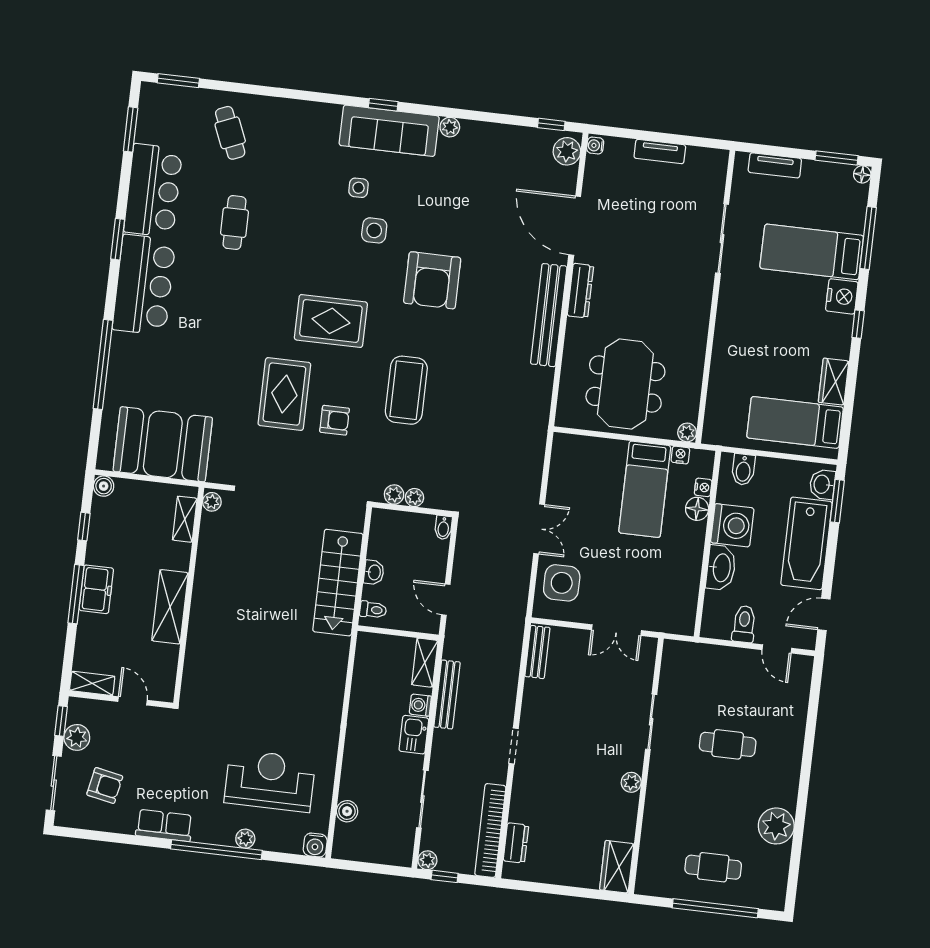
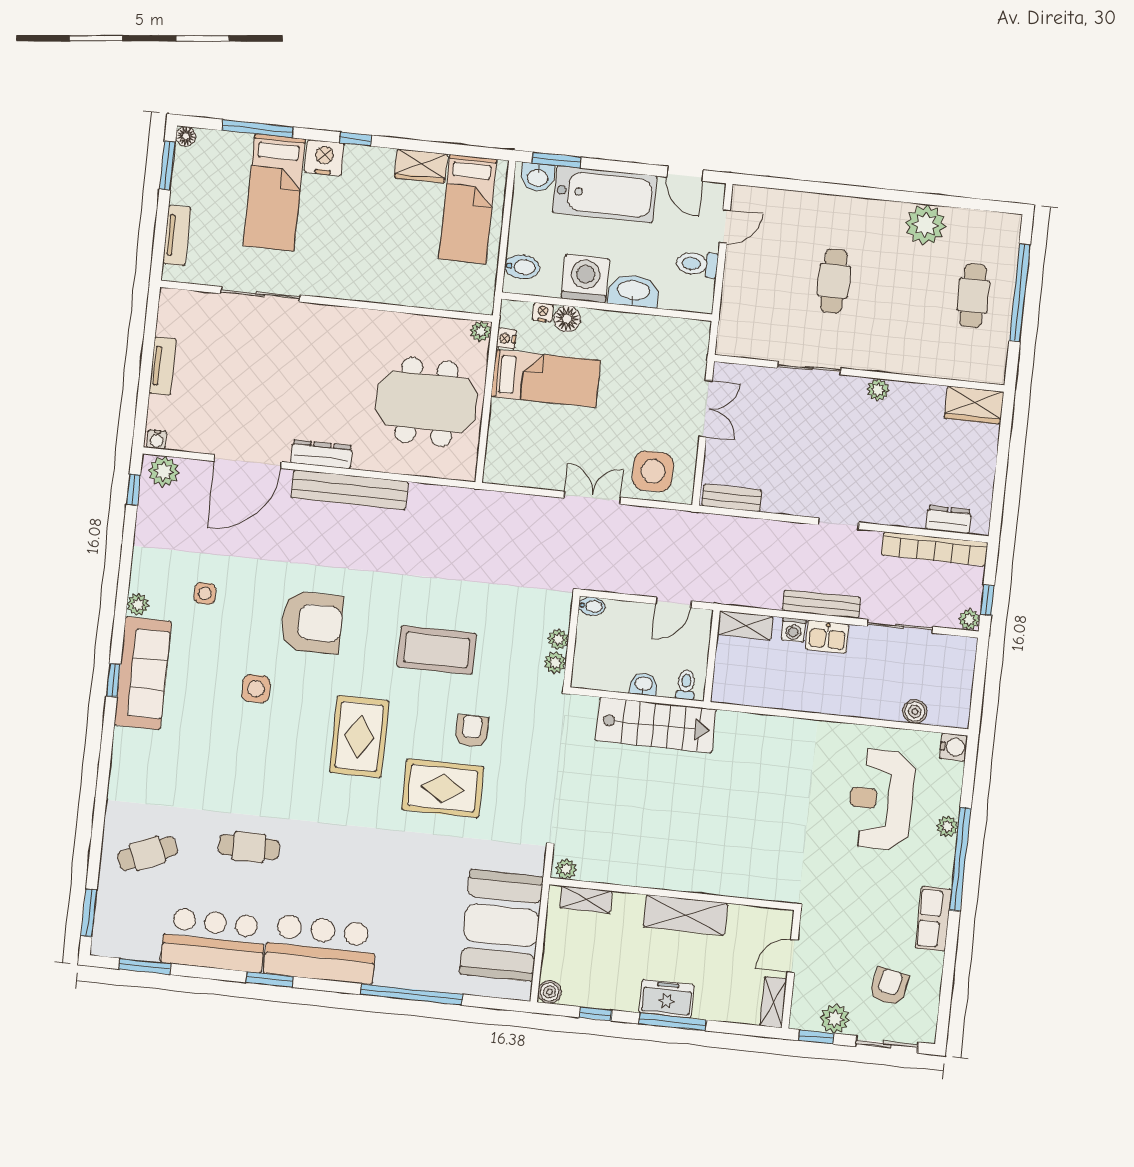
side table: (359, 188) -> (205, 594), moved
bench: (447, 694) -> (821, 604), moved

